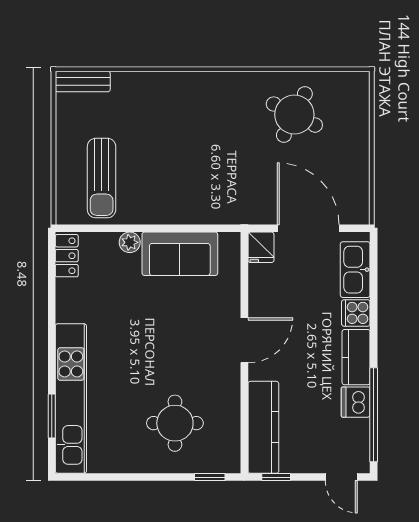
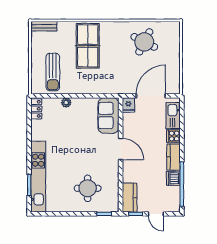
table tennis table: (175, 123) -> (88, 46), added
door: (308, 228) -> (151, 96), hinge flipped
sofa: (180, 254) -> (108, 116), moved, turned 90
door: (244, 340) -> (121, 149), hinge flipped
kitchen counter: (263, 427) -> (130, 198), width x0.67
door: (341, 477) -> (156, 214), moved

